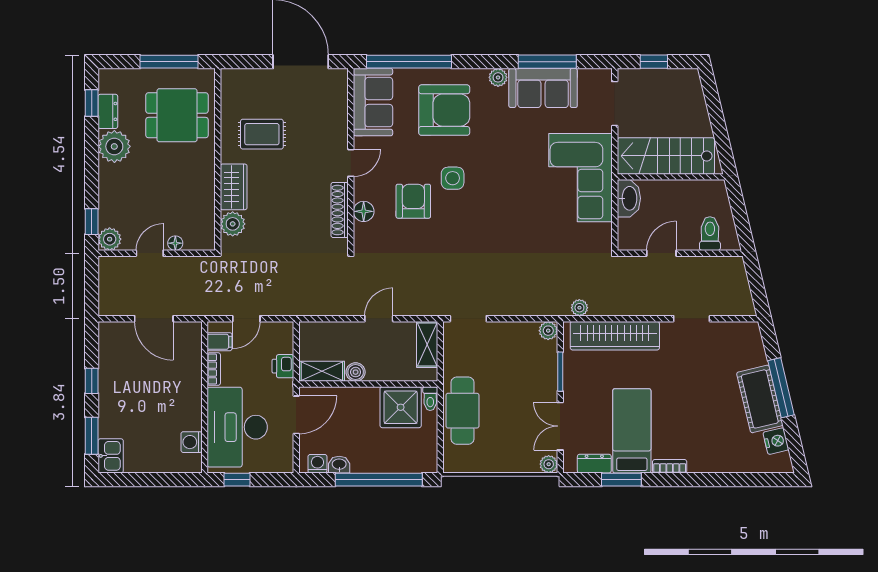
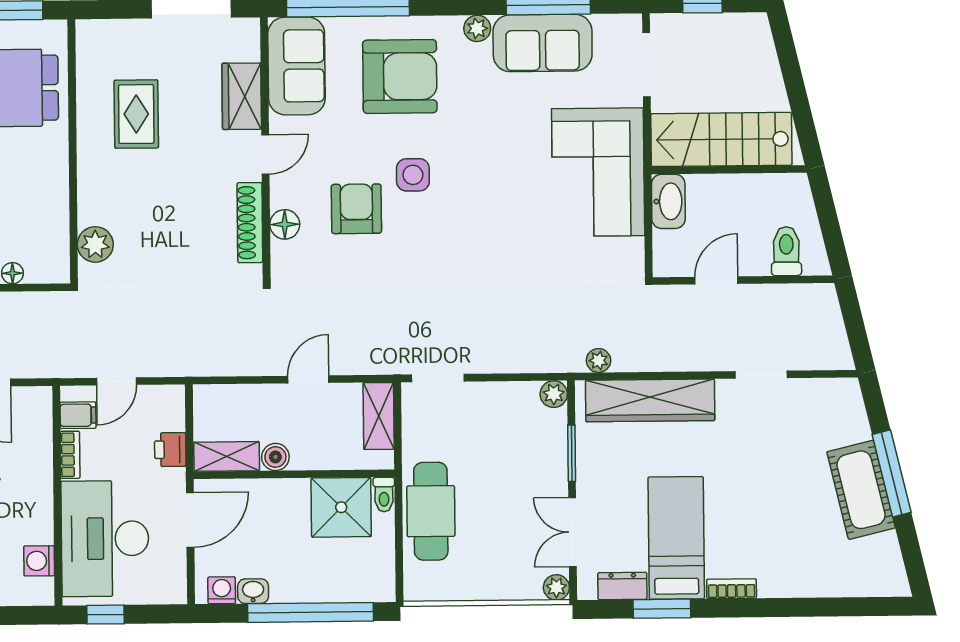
rug: (262, 134) -> (136, 114), turned 90
wardrobe: (234, 187) -> (242, 96), moved, turned 180
nightstand: (776, 441) -> (885, 551), removed

